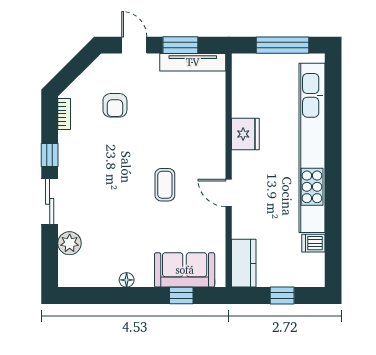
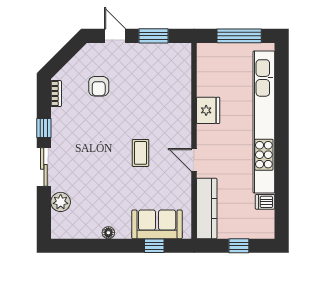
tv unit: (193, 62) -> (164, 50), removed
kitchen counter: (244, 263) -> (207, 209), width x1.50

